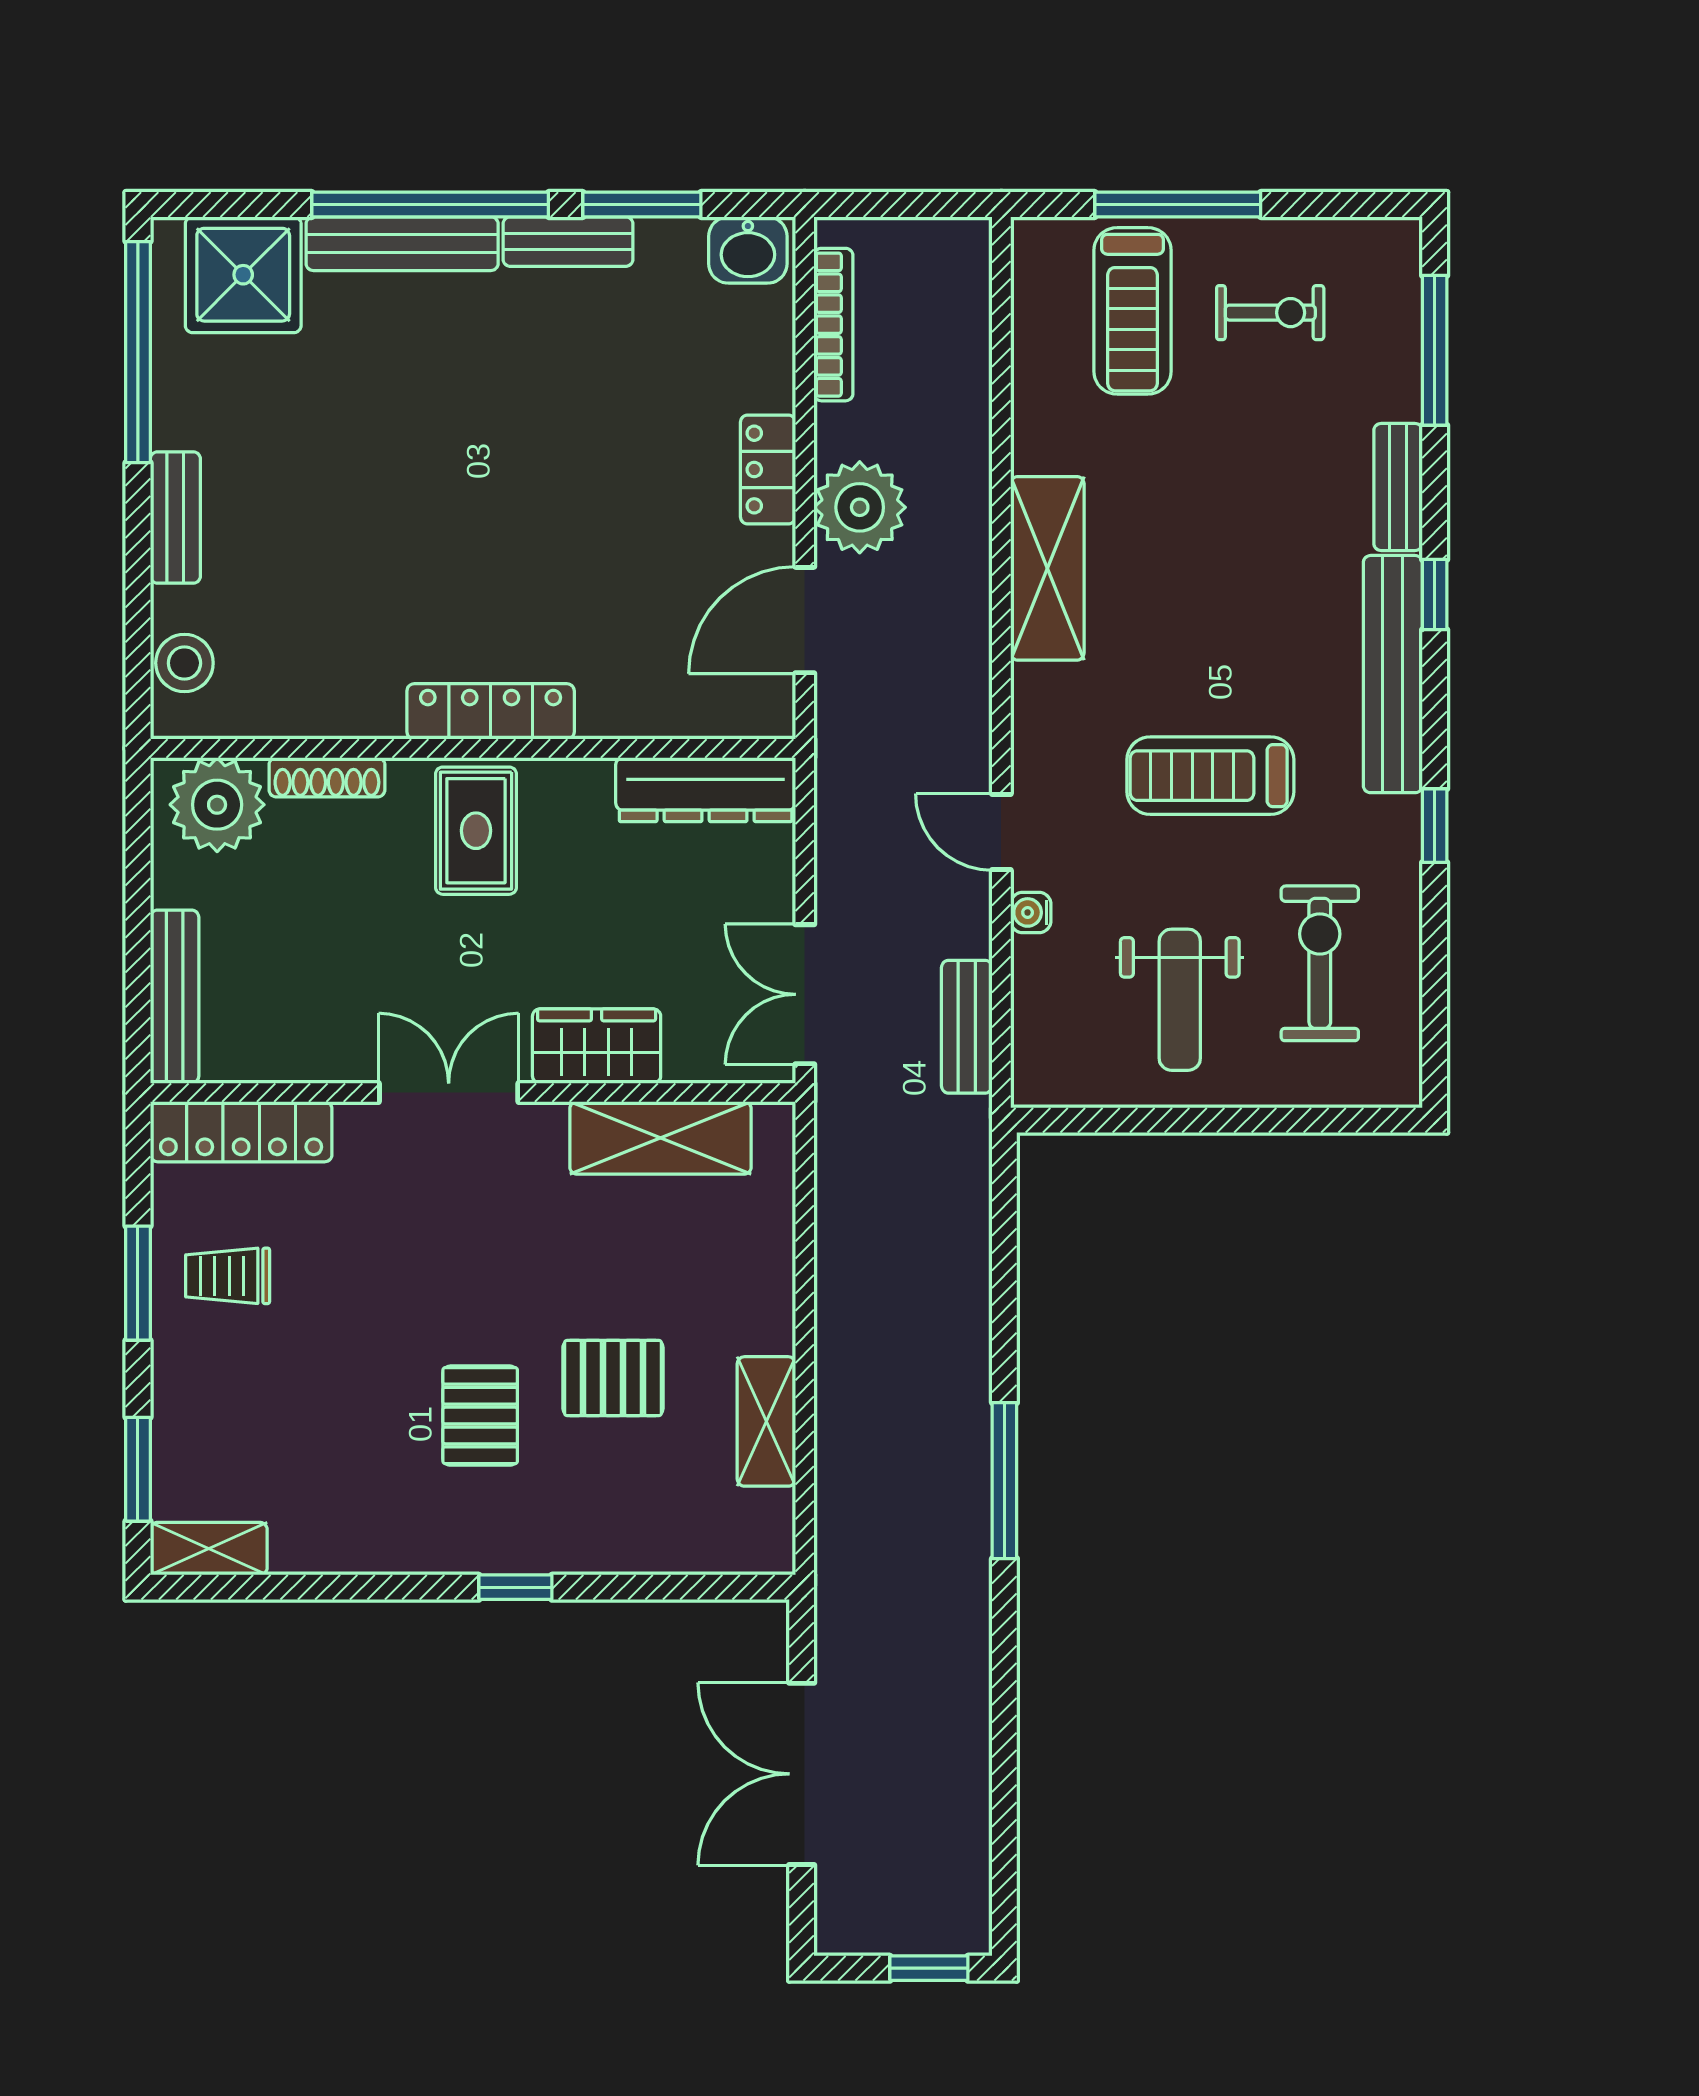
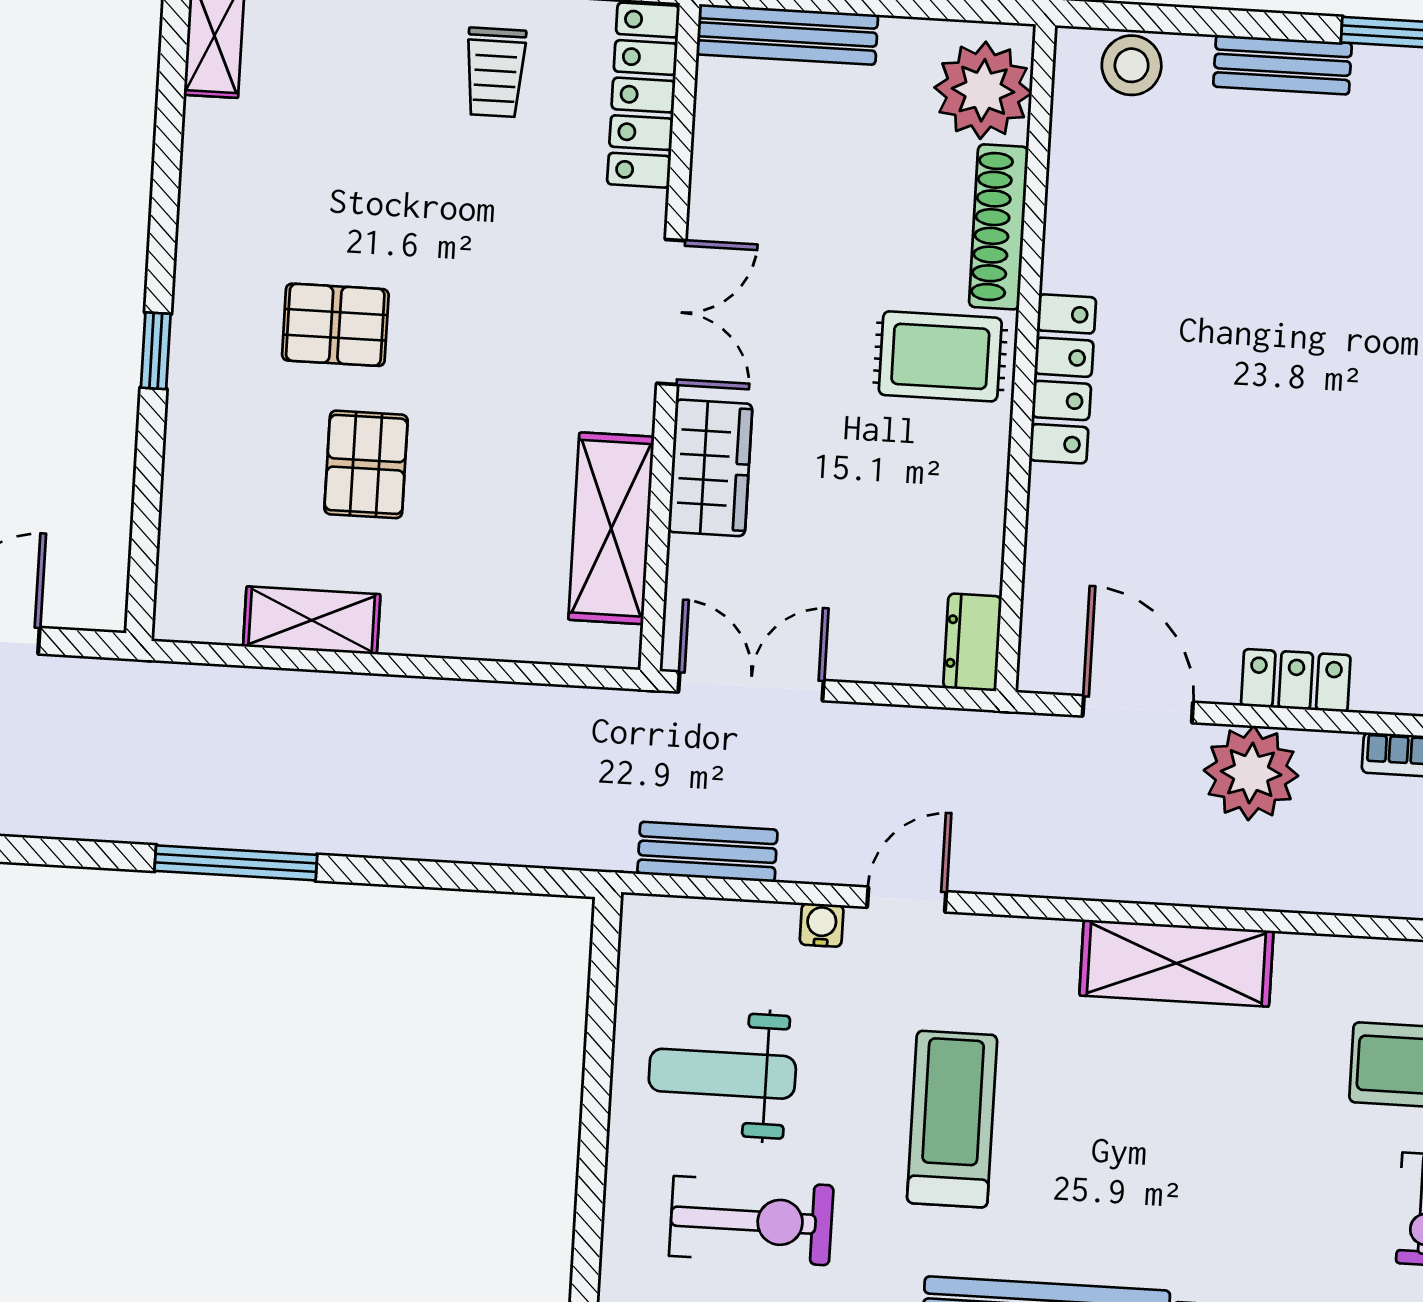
shoe rack: (327, 777) -> (999, 227), width x1.36, depth x1.24
dresser: (706, 790) -> (972, 642), width x0.51, depth x0.80
trolley: (228, 1276) -> (495, 72), turned 180

